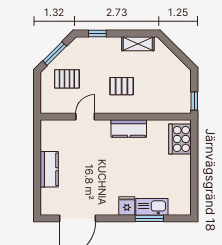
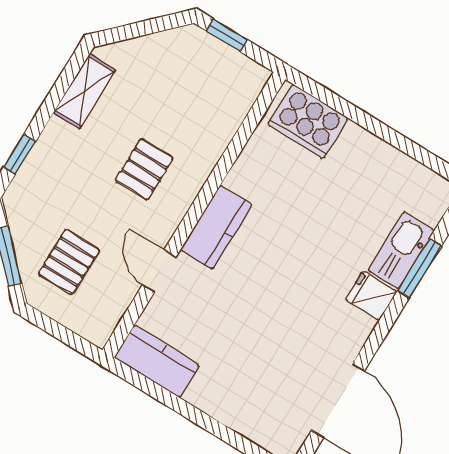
window: (194, 101) -> (226, 35), moved
kitchen counter: (129, 129) -> (216, 227), moved
kitchen counter: (49, 169) -> (157, 361), moved

